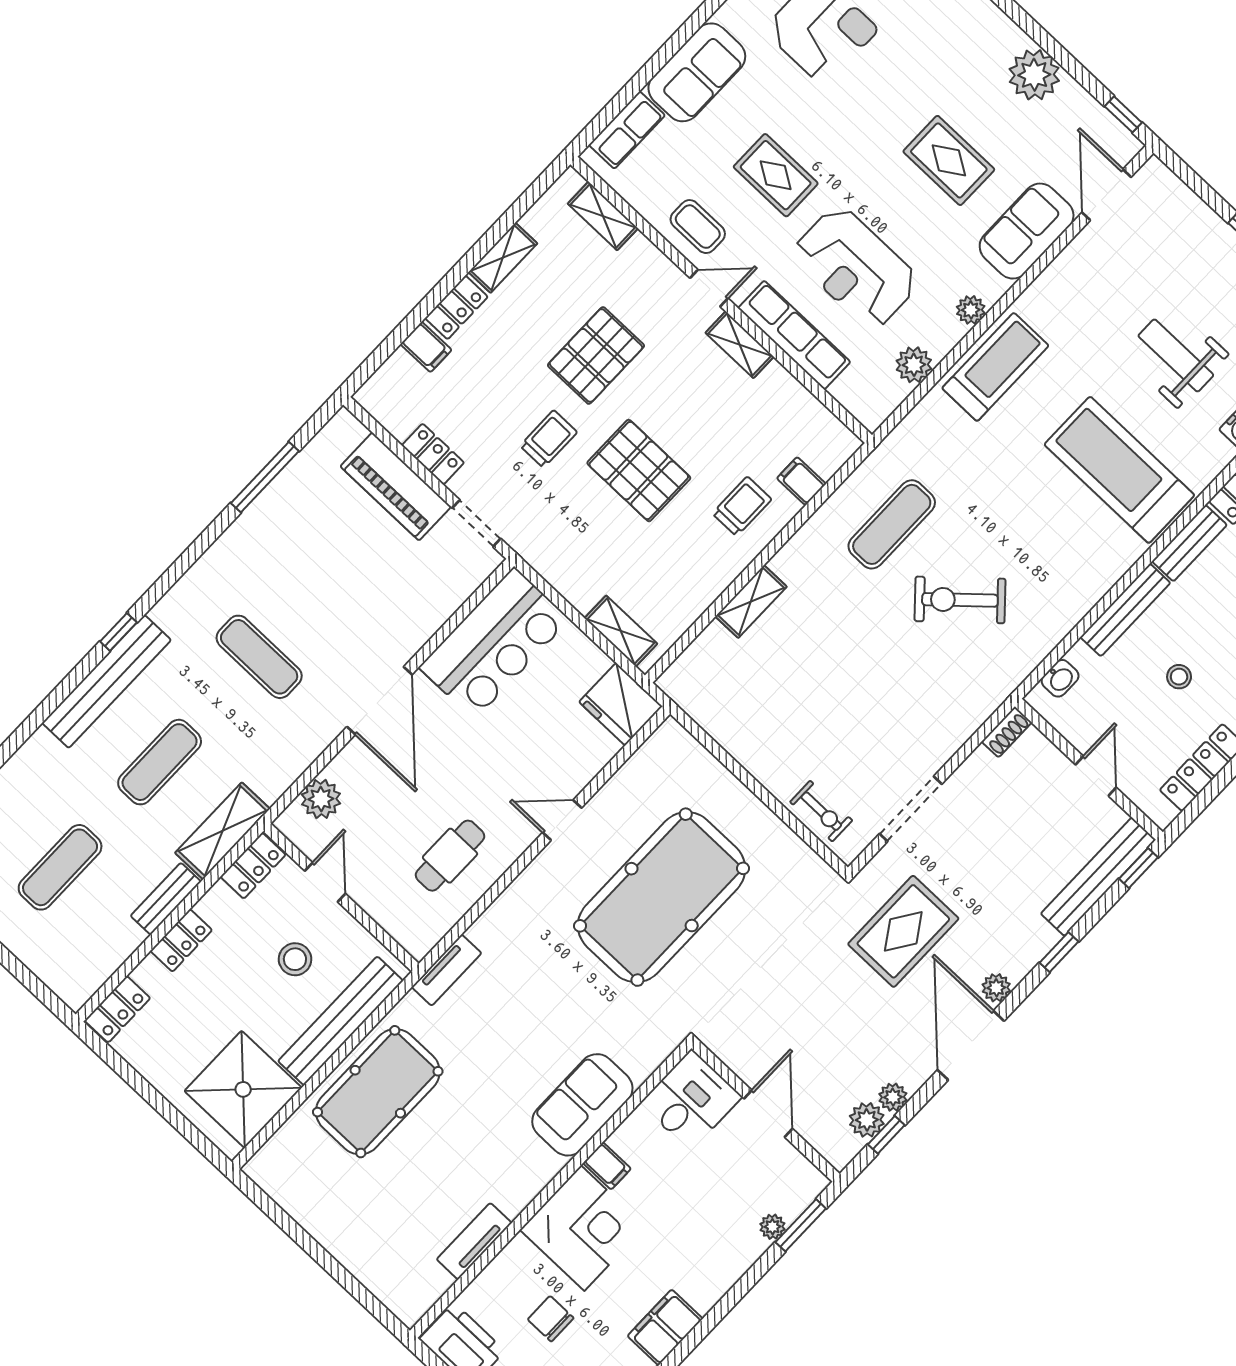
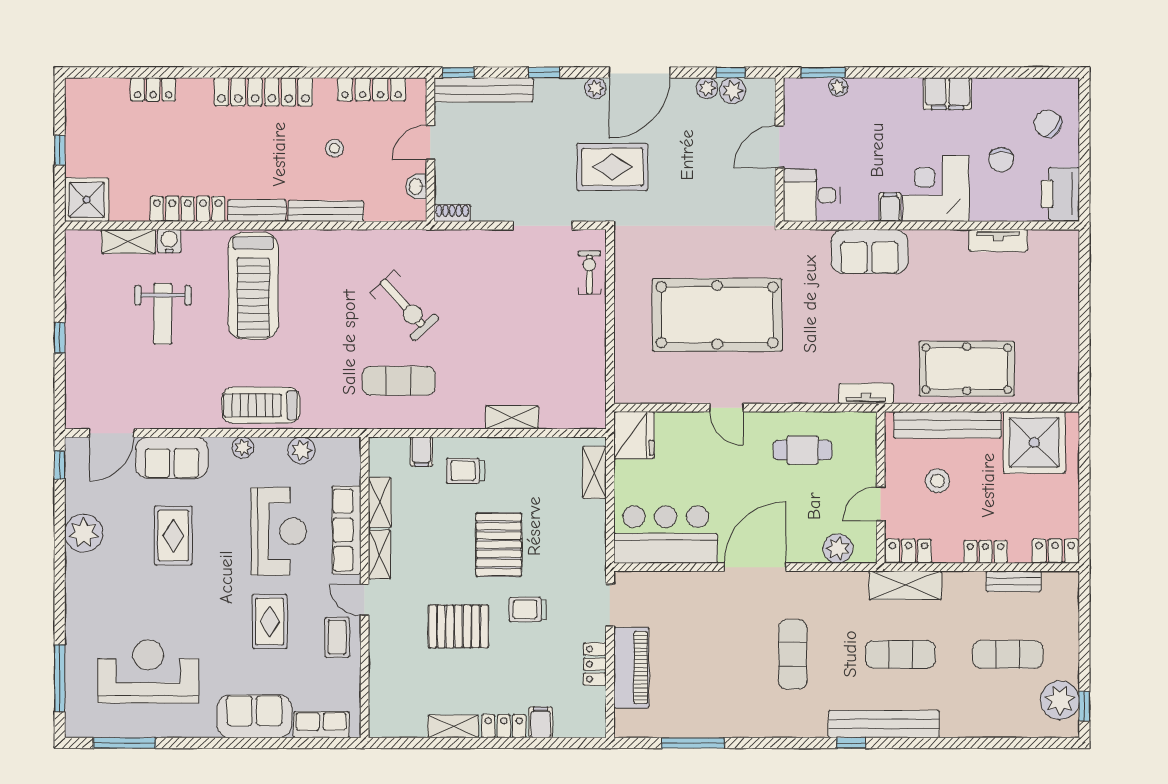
shelving: (603, 216) -> (380, 502), moved
washbasin: (1060, 678) -> (416, 187), moved, turned -90
bench: (166, 899) -> (1014, 581), moved

